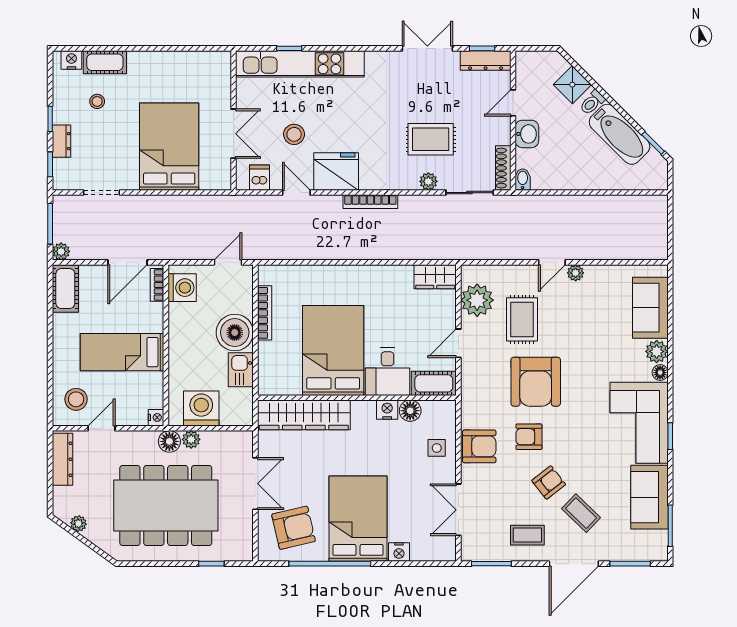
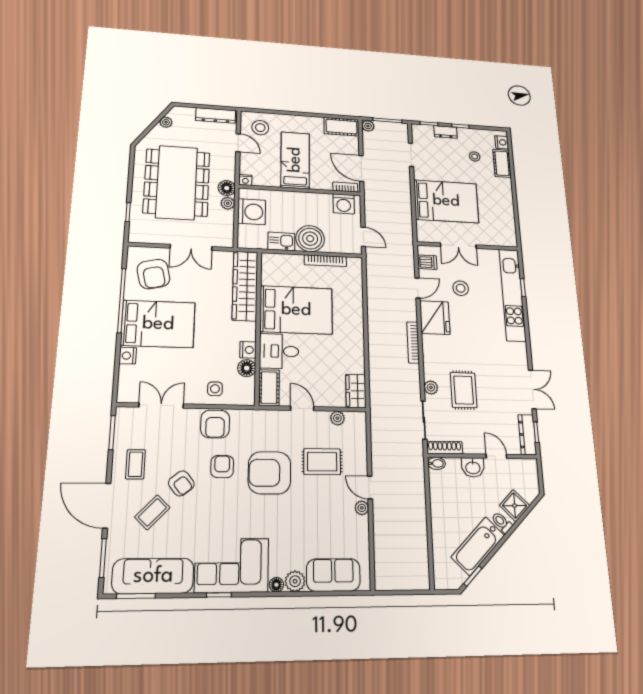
plant: (477, 300) -> (337, 418), width x0.53, depth x0.53
sofa: (649, 497) -> (153, 576), width x1.36

